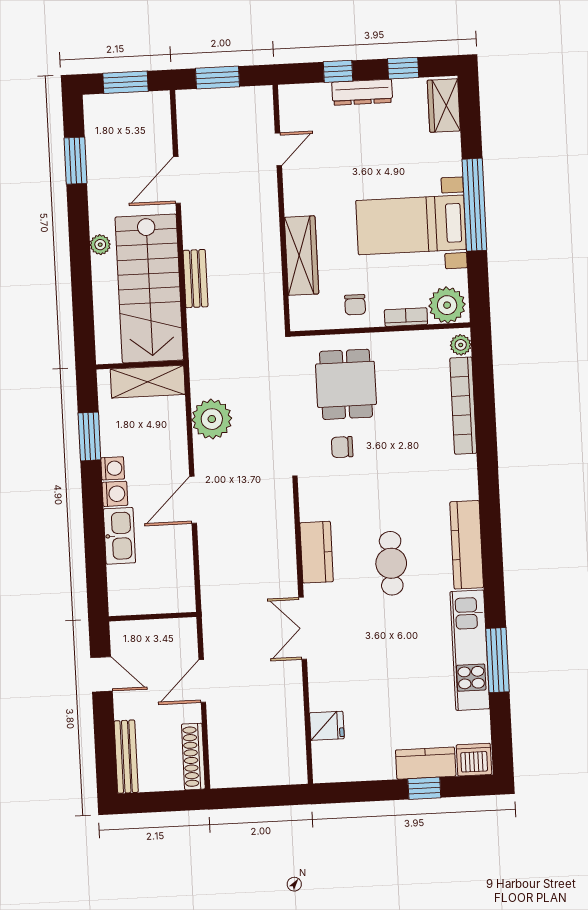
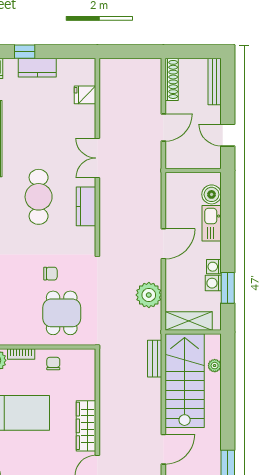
plant: (100, 245) -> (215, 366), moved
wardrobe: (302, 256) -> (86, 426), moved
bench: (195, 279) -> (155, 359), moved
chair: (342, 447) -> (50, 274), moved
washing machine: (115, 494) -> (213, 283), moved
cafe table: (391, 563) -> (39, 197), width x1.37, depth x1.35
boiler: (122, 581) -> (212, 194), added
double door: (303, 628) -> (97, 158), swing flipped
kitchen counter: (426, 763) -> (37, 68), moved

